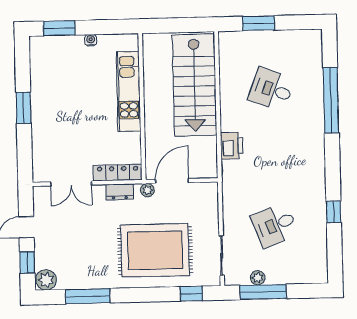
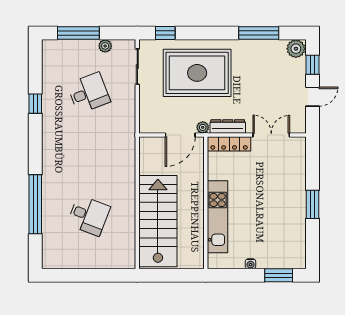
window: (259, 23) -> (99, 275), removed
printer: (232, 146) -> (126, 165), removed
dresser: (120, 192) -> (228, 127), width x1.44
window: (263, 292) -> (78, 33), moved

